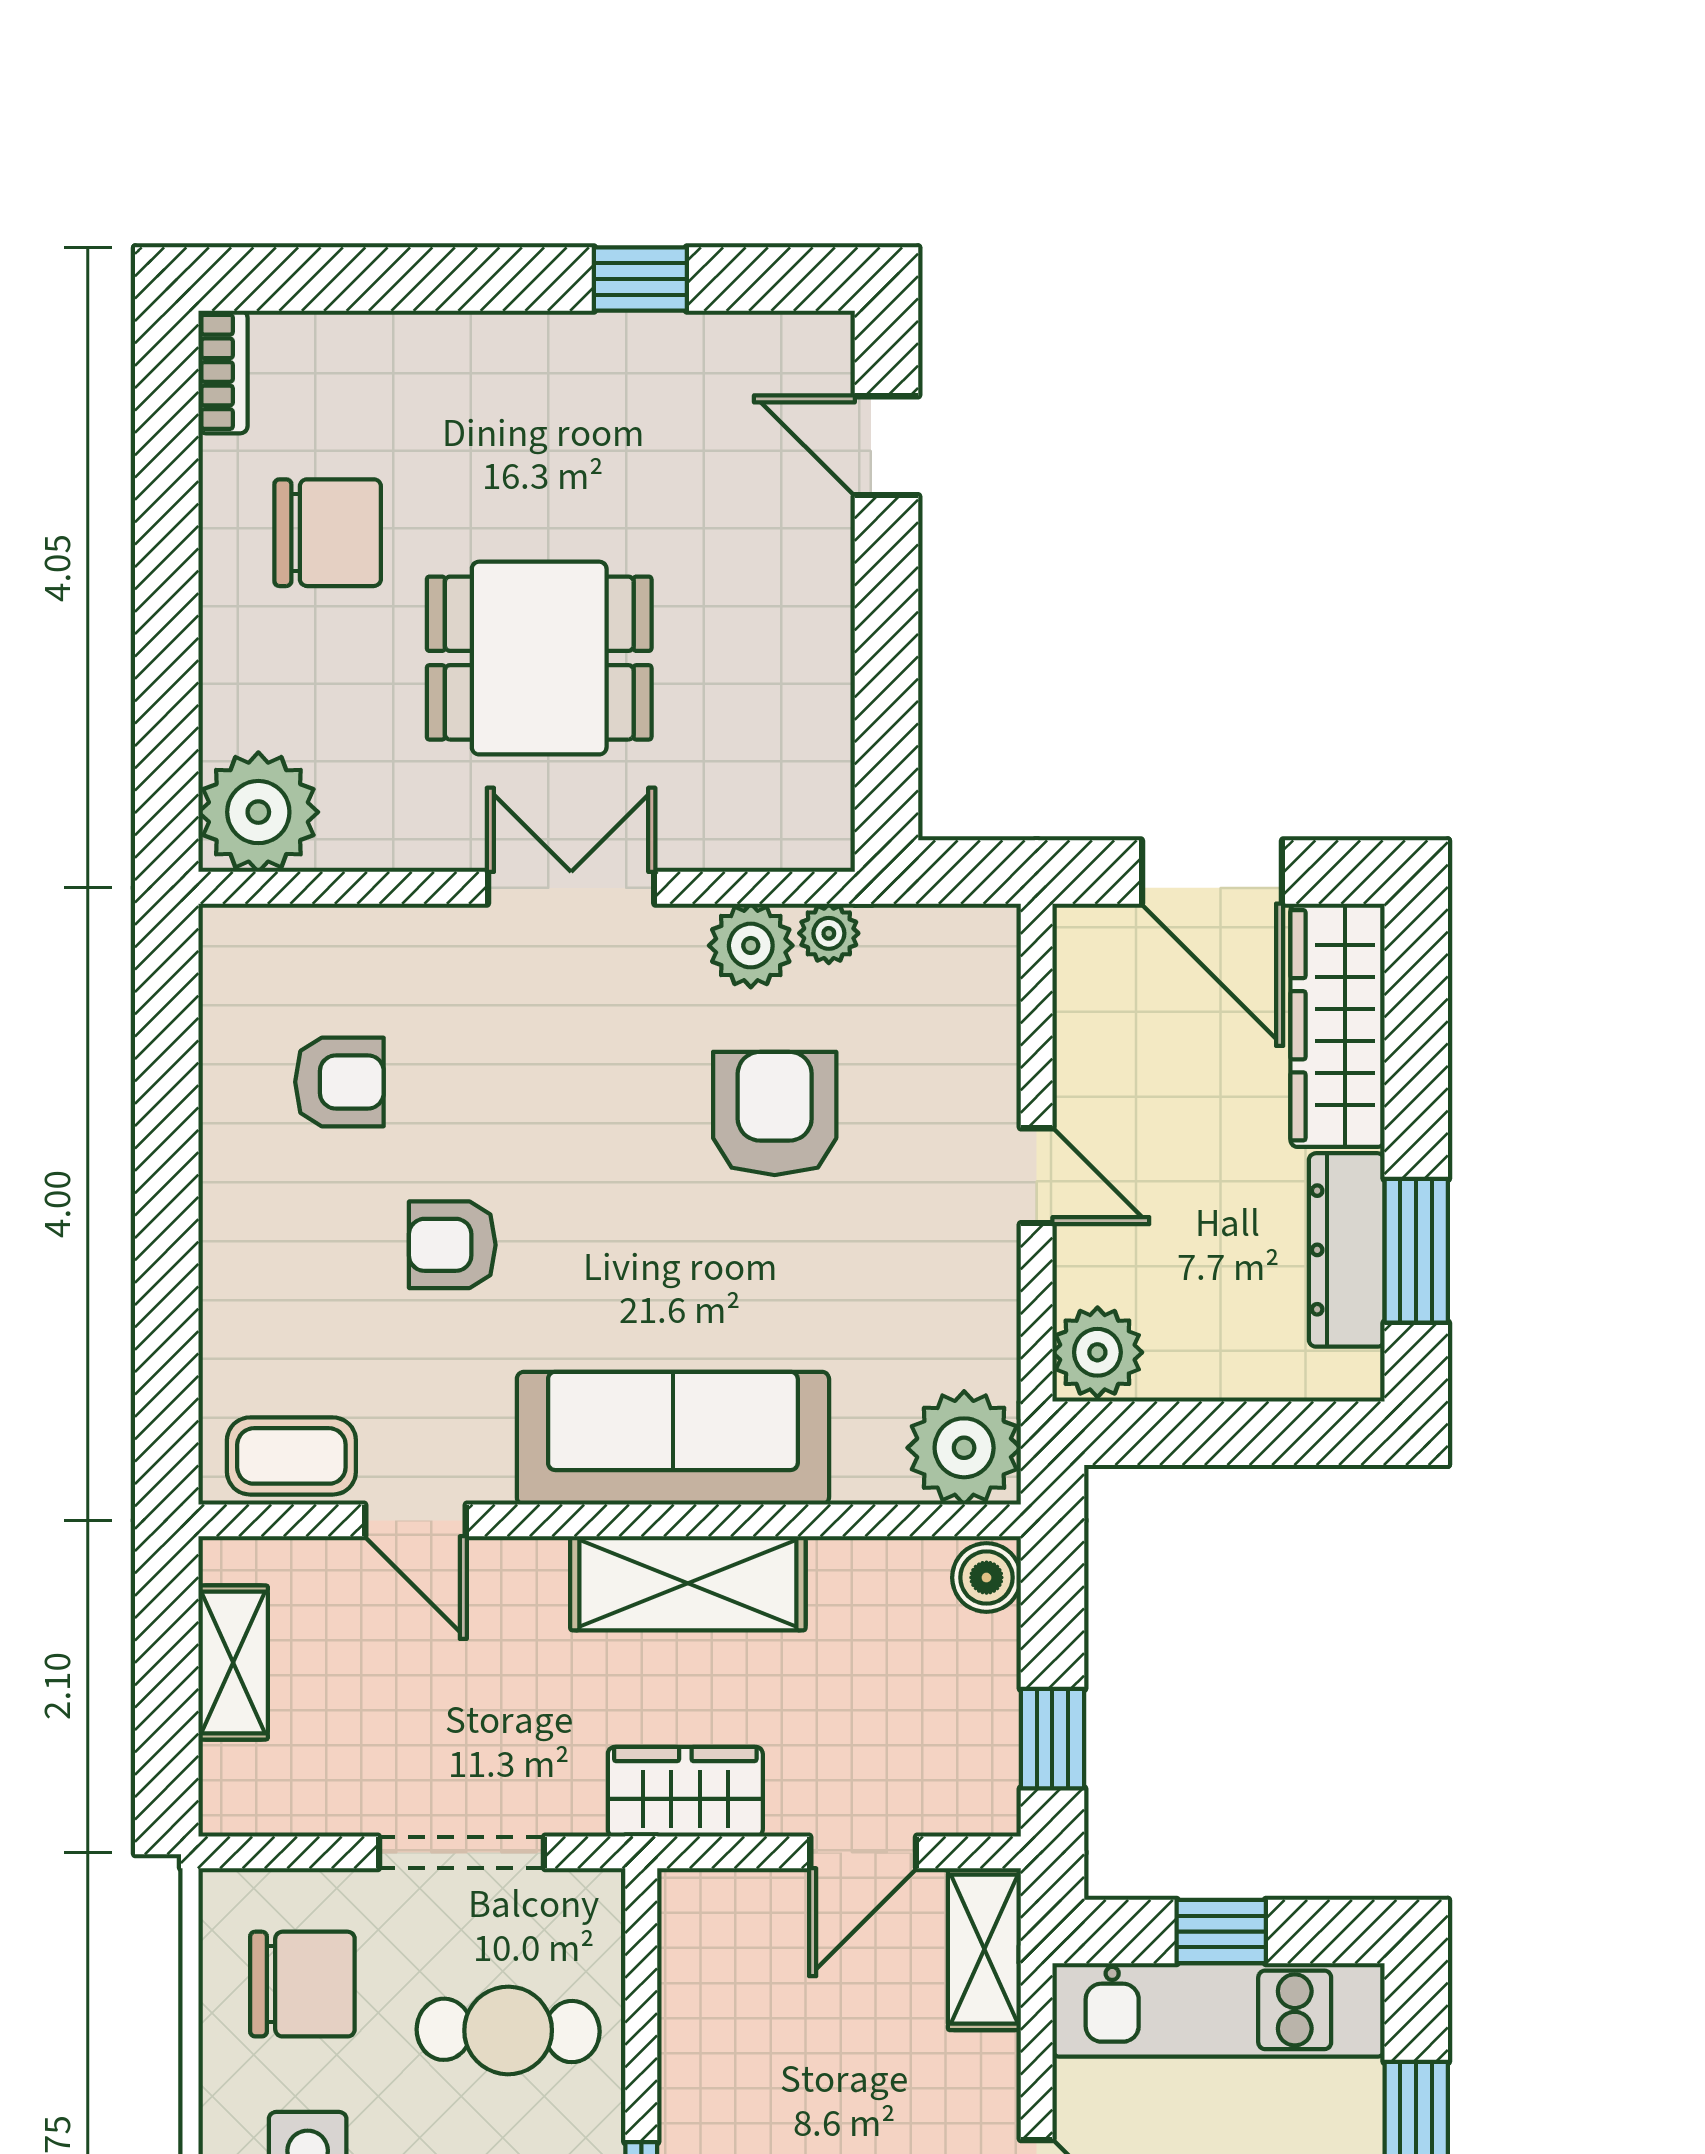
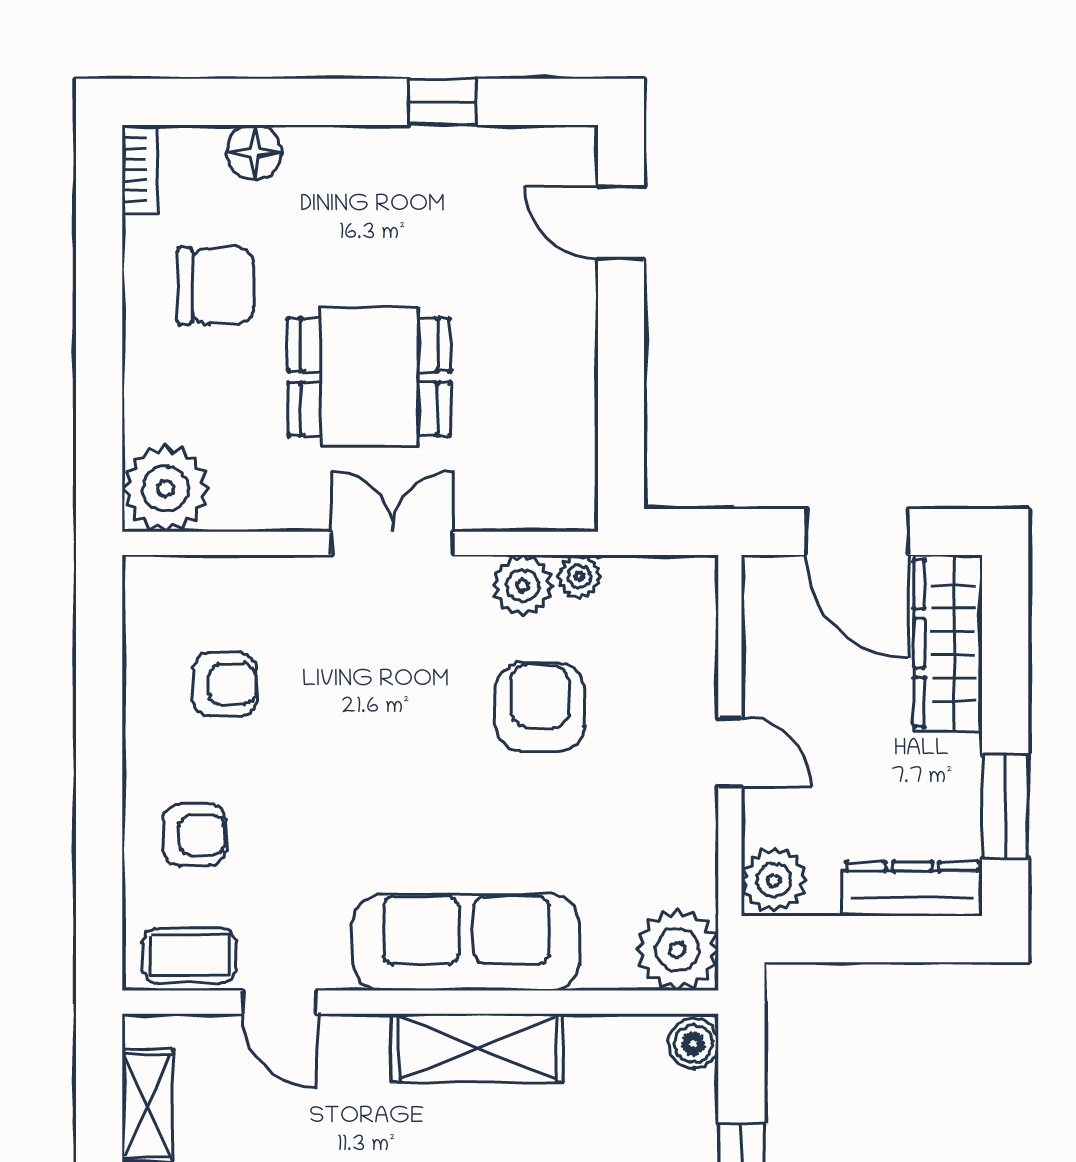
floor lamp: (380, 348) -> (254, 152), added
armchair: (452, 1245) -> (194, 835), moved, turned 180
dresser: (1347, 1250) -> (912, 889), moved, turned 90

